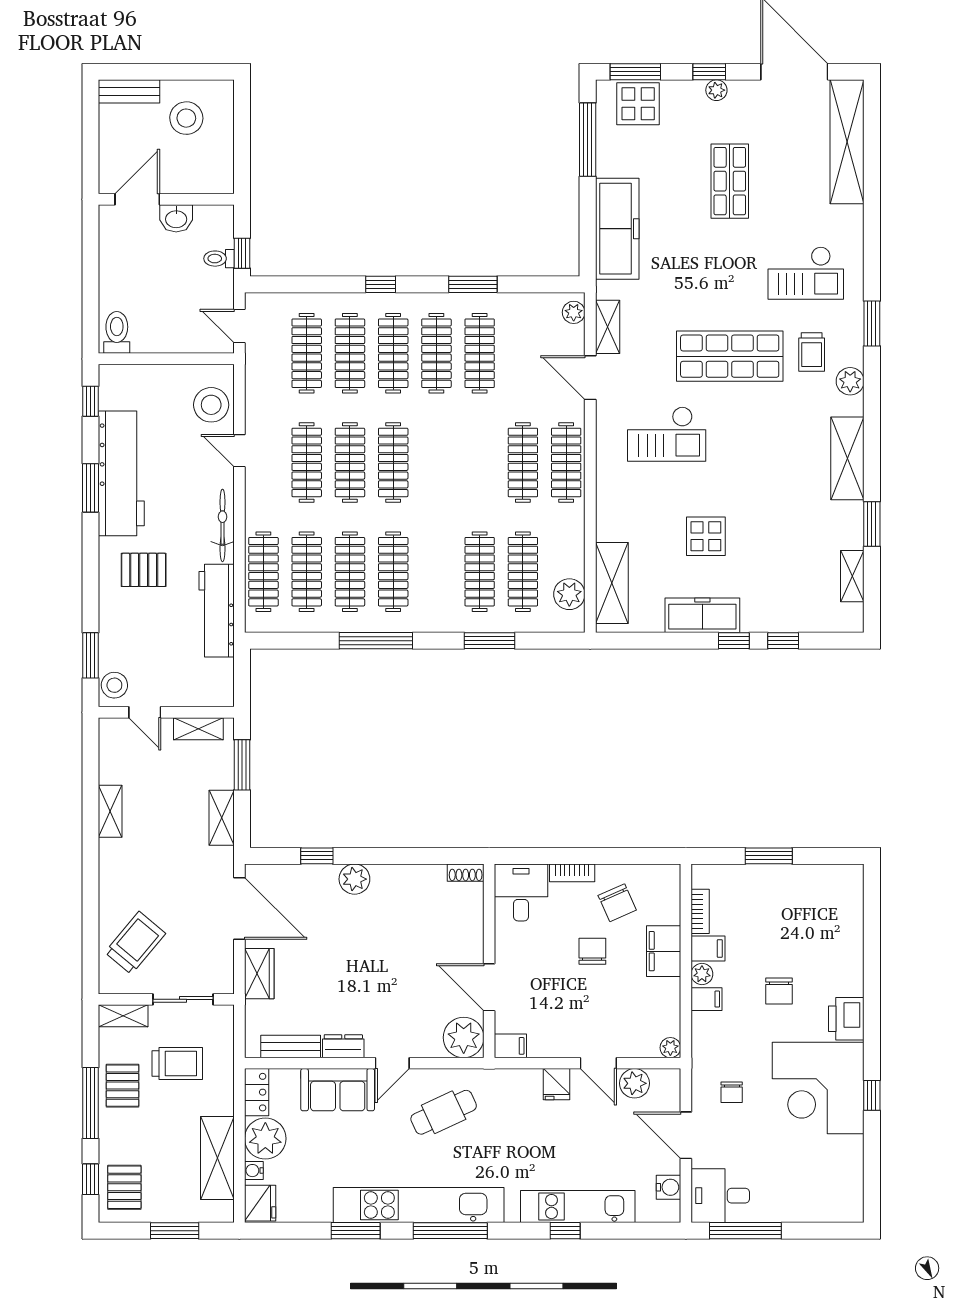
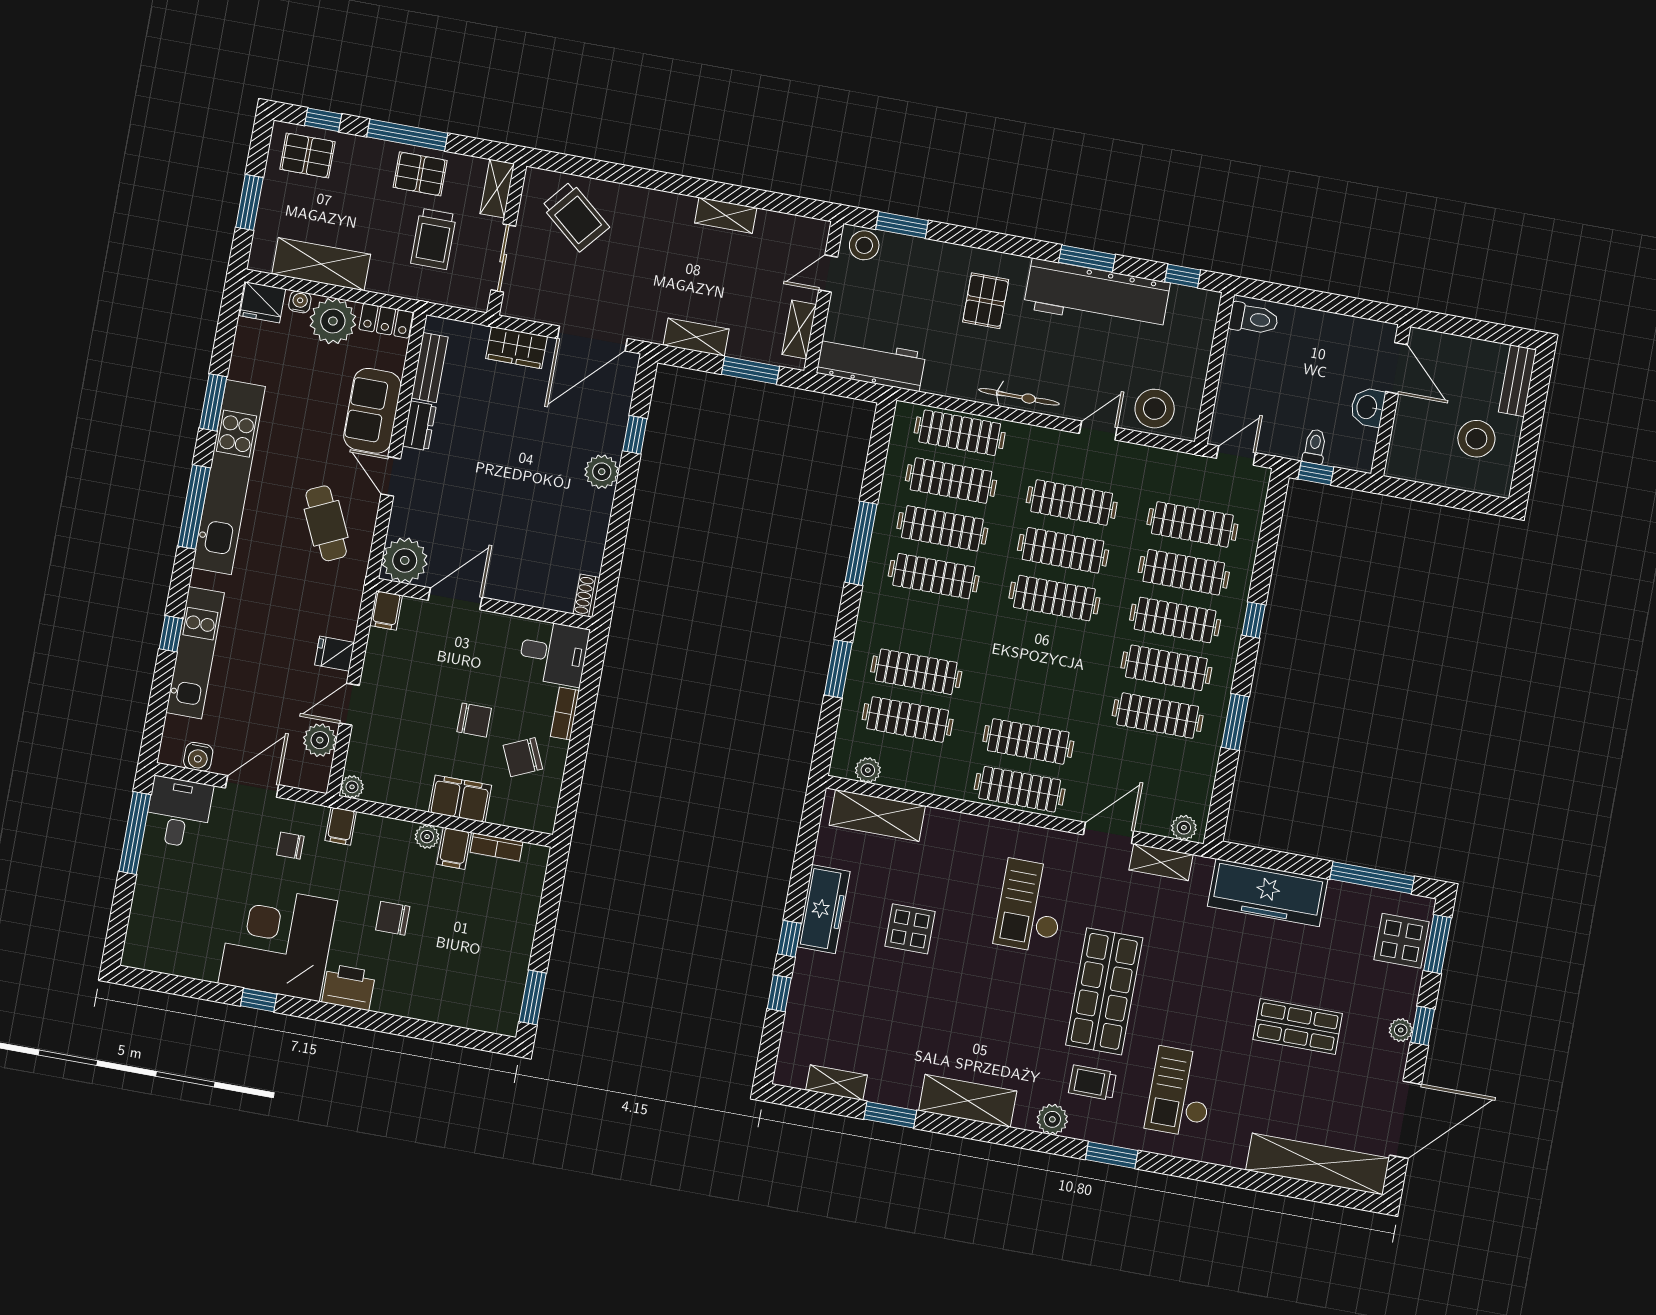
plant: (569, 594) -> (868, 770), width x0.73, depth x0.73
workbench: (217, 611) -> (871, 363), moved
window: (769, 856) -> (533, 997), moved
filing cabinet: (707, 999) -> (341, 826), moved

